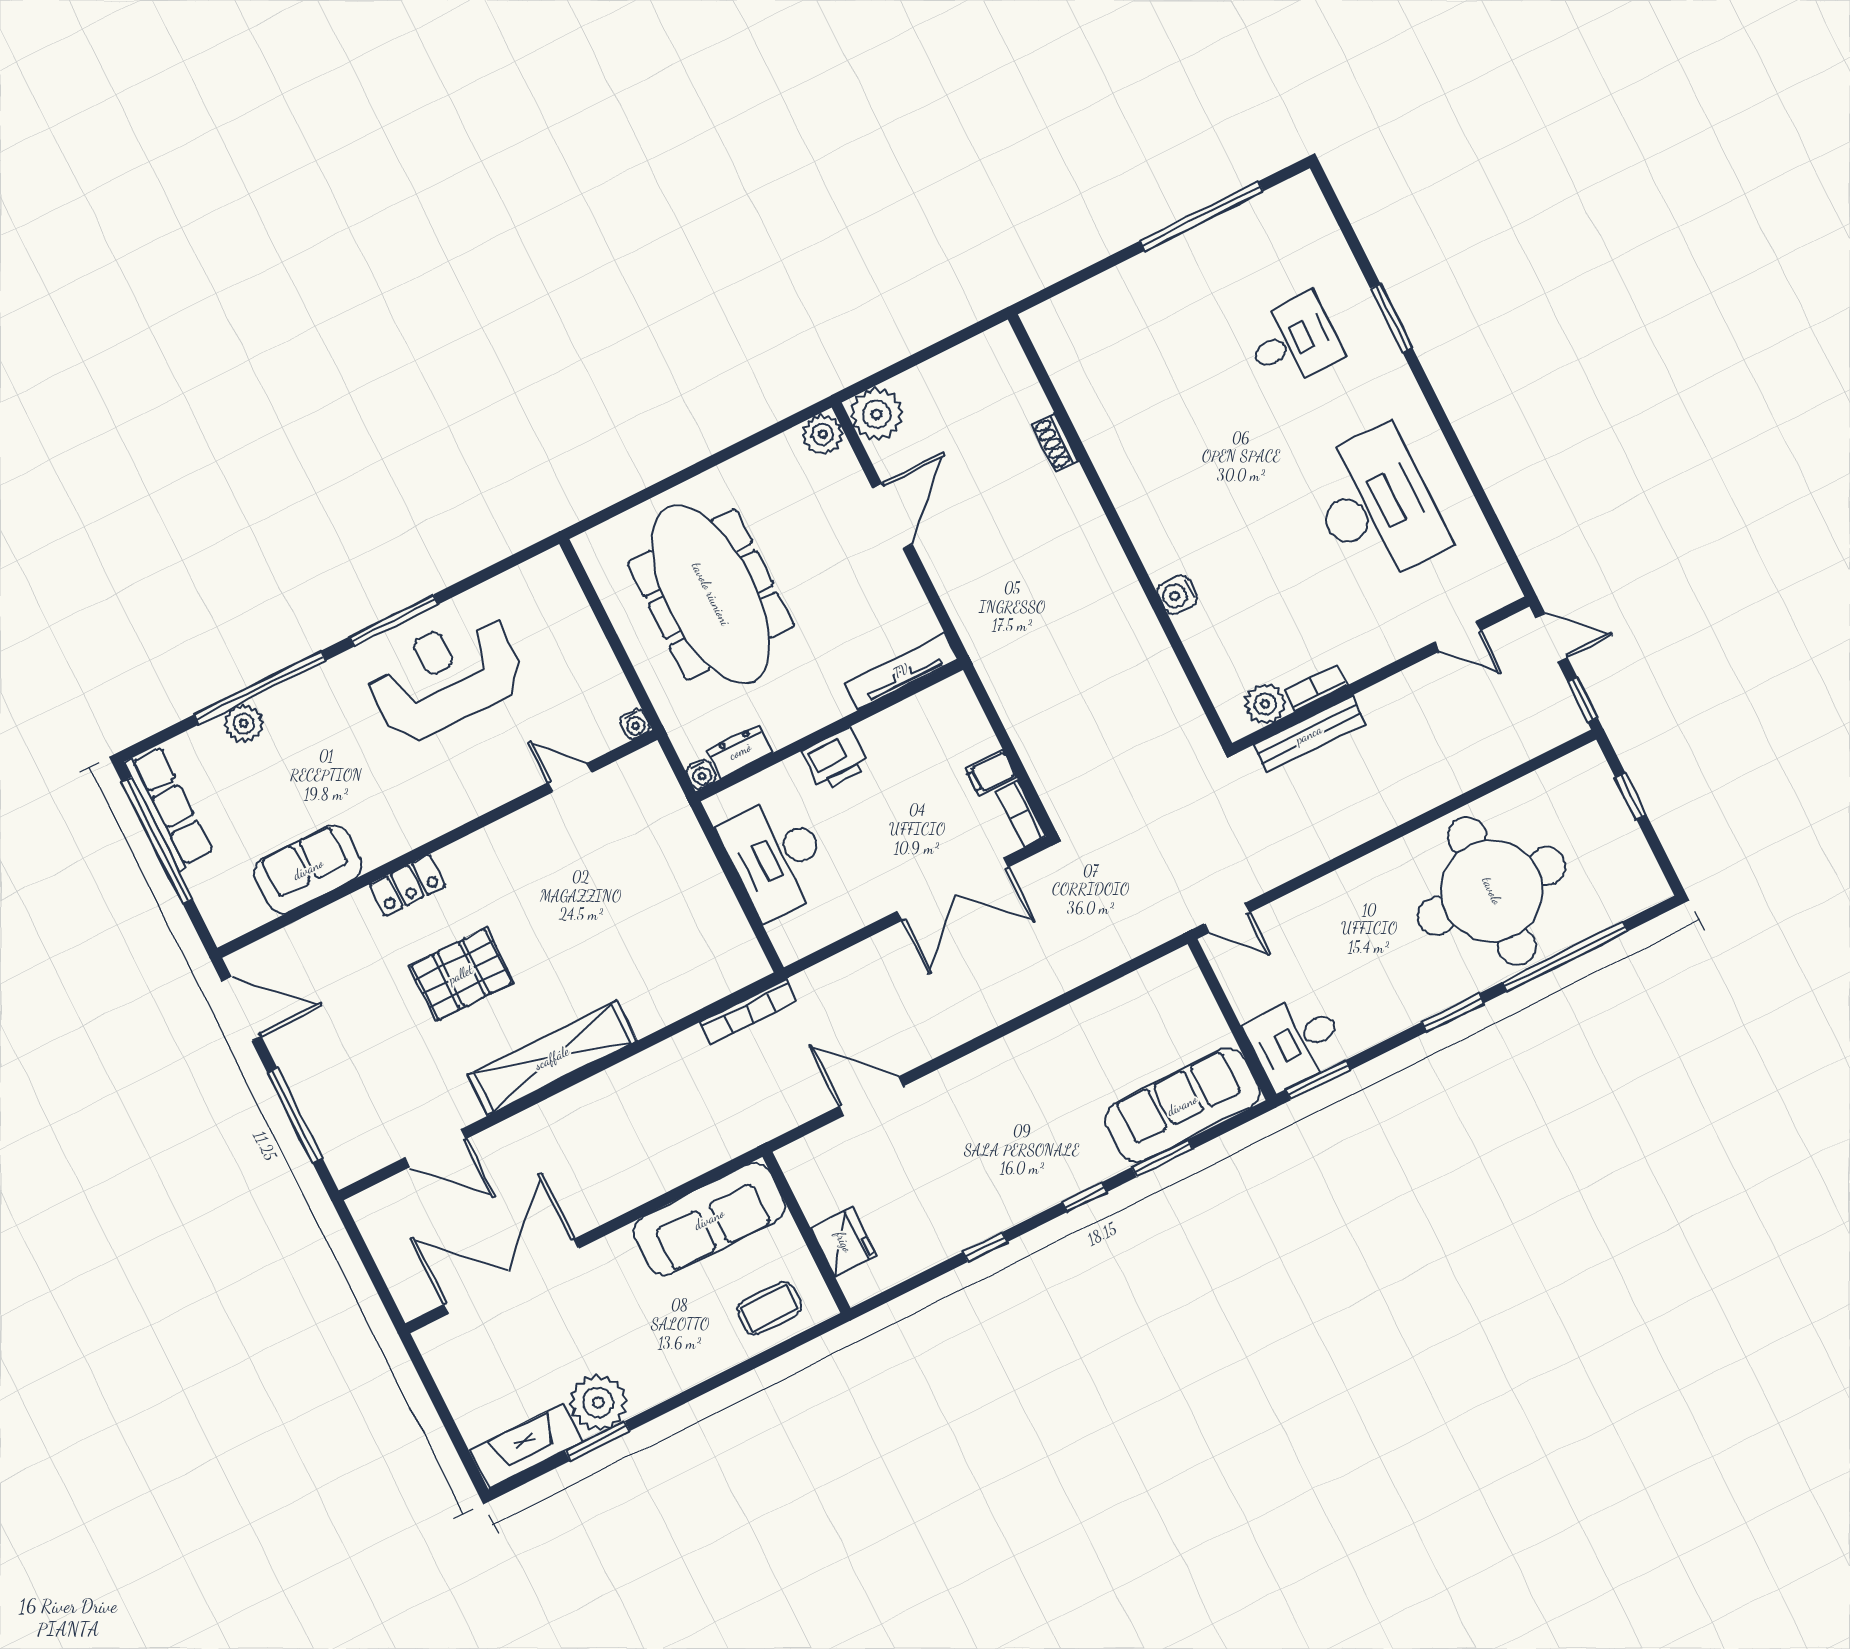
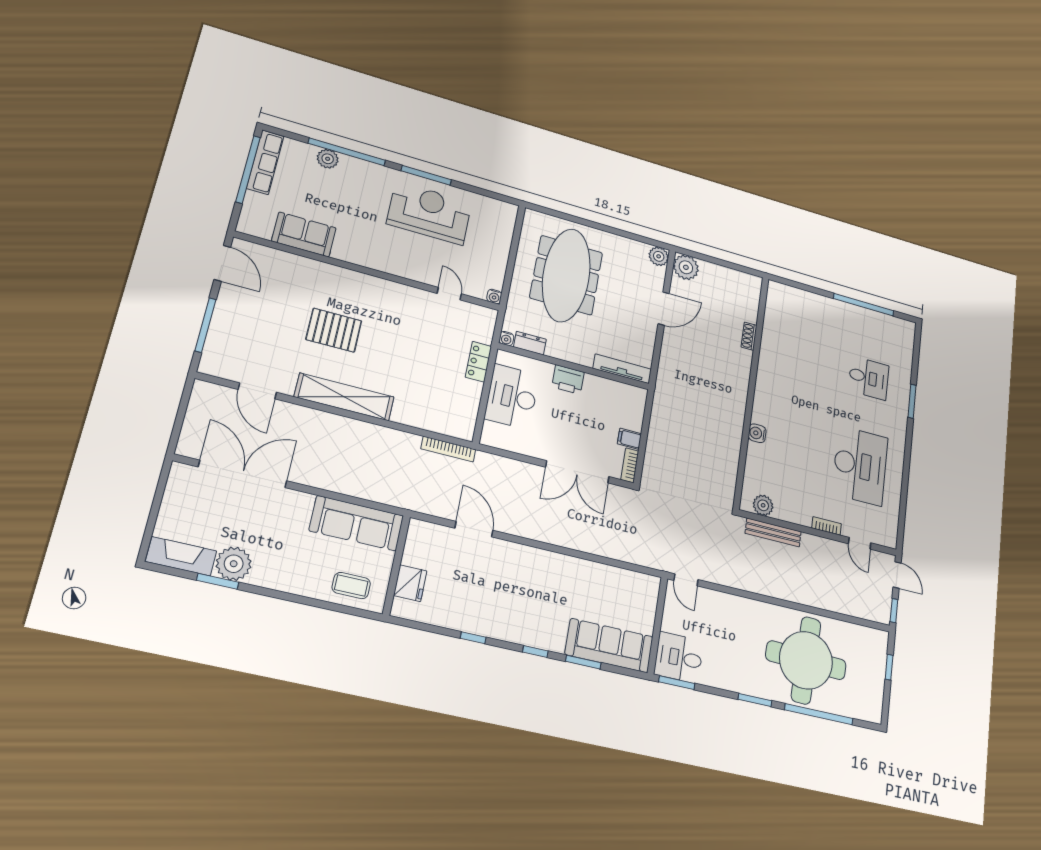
bookcase: (1316, 688) -> (827, 526), moved
locker: (407, 885) -> (478, 362), moved, turned 90

